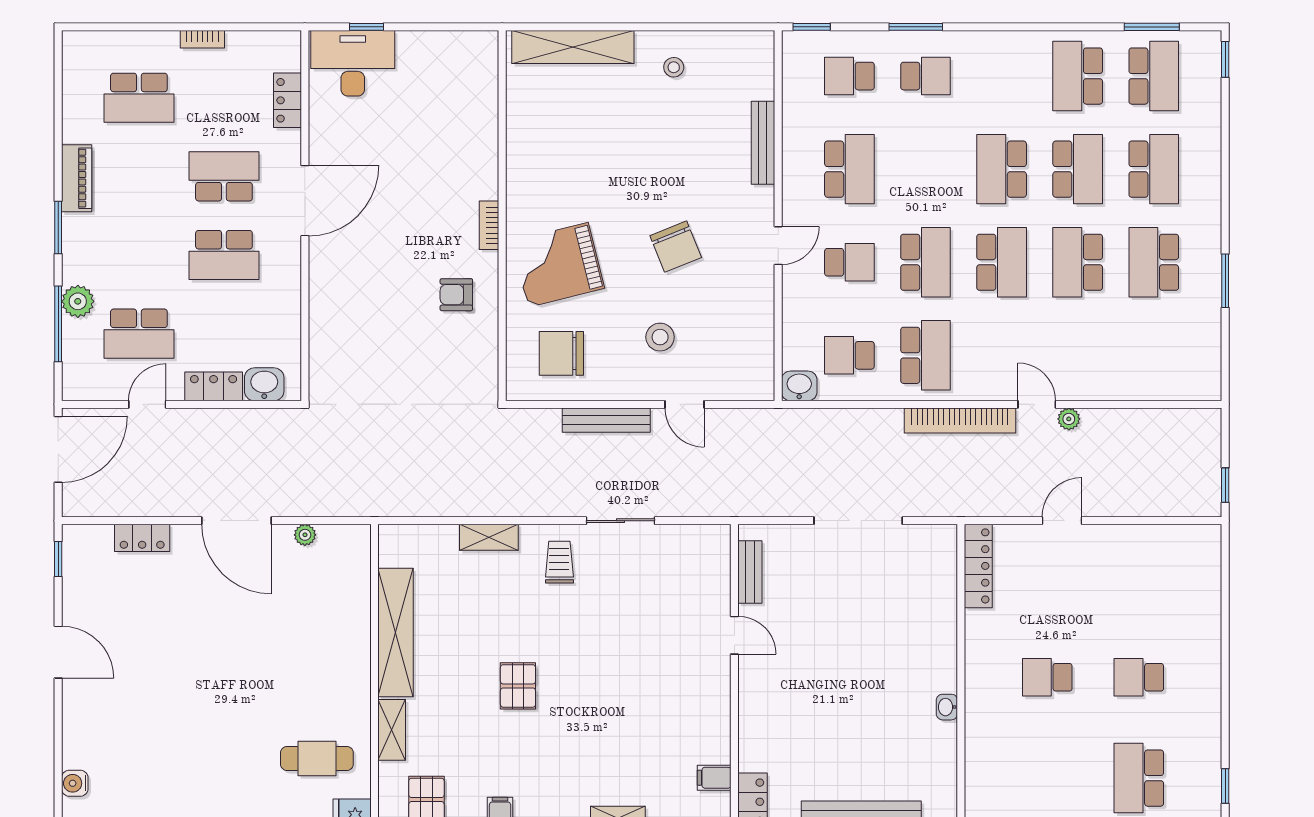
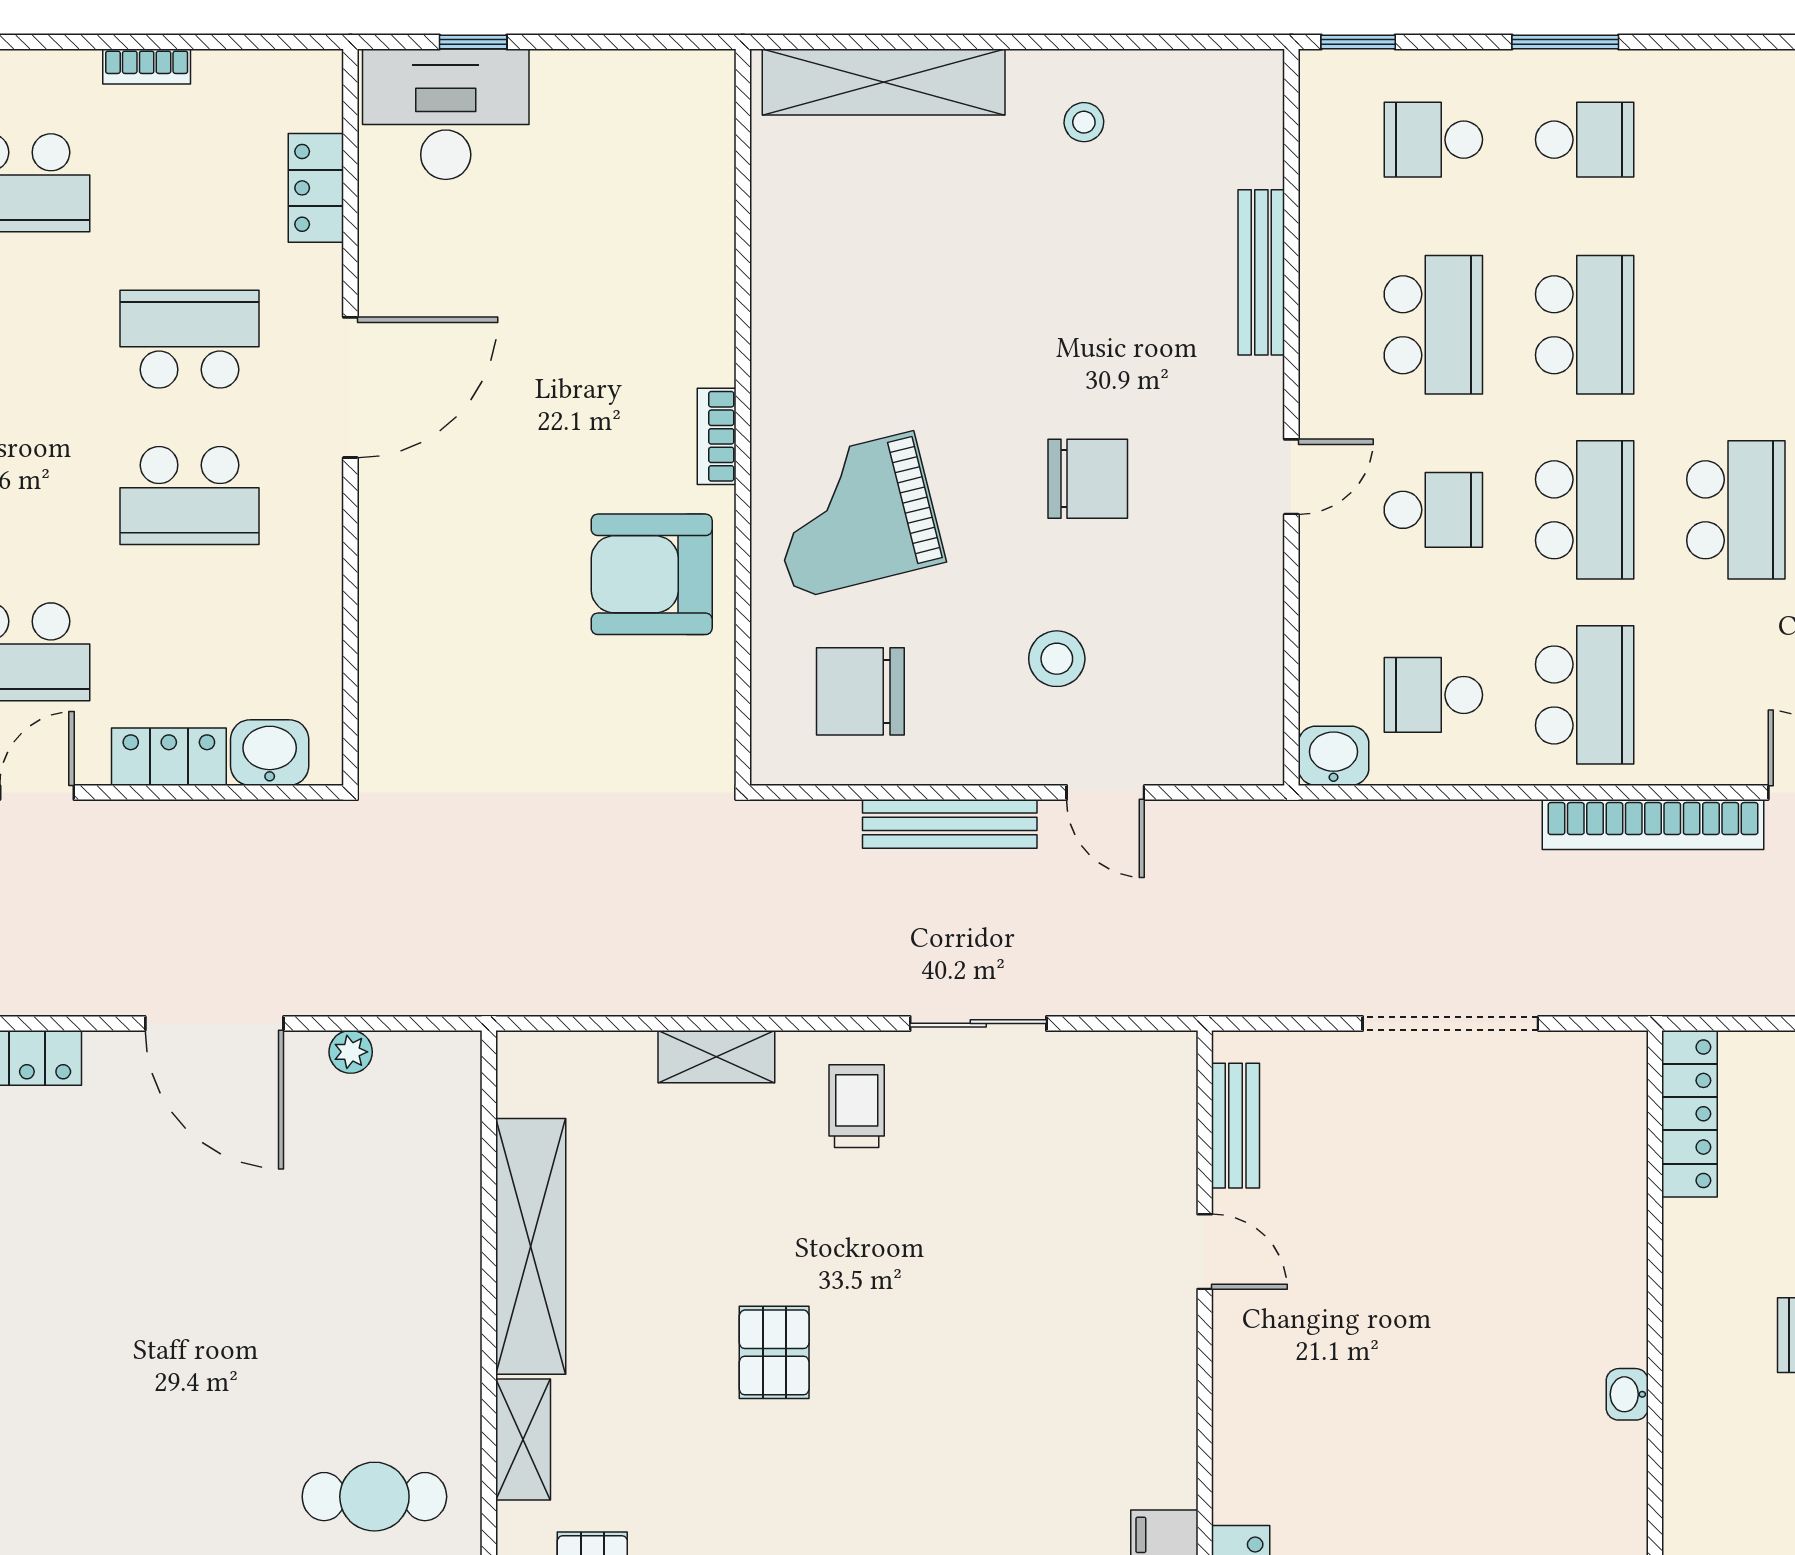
school desk: (1002, 169) -> (1585, 325), moved, turned 180
chair: (676, 247) -> (1088, 479), turned -68
armchair: (456, 295) -> (652, 574), width x1.88, depth x1.88

